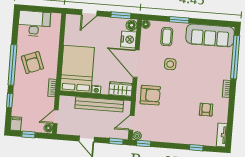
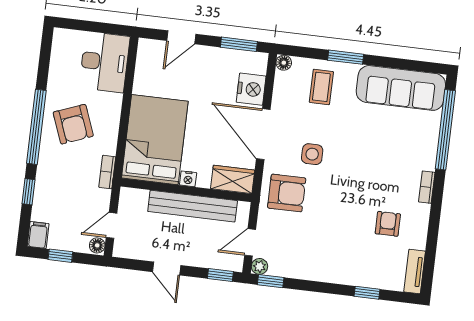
desk: (34, 24) -> (104, 62), moved, turned 90
floor lamp: (132, 25) -> (258, 64), removed
side table: (170, 64) -> (312, 154), moved

